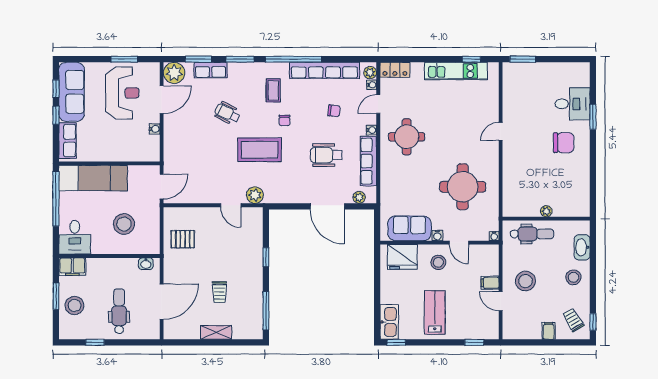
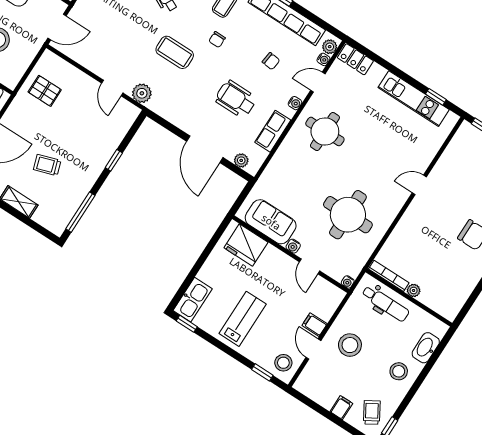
coffee table: (260, 150) -> (175, 52), width x0.73, depth x0.76
row of seats: (368, 161) -> (273, 131), width x0.68
bookcase: (521, 212) -> (389, 276), added
stool: (438, 262) -> (283, 363), moved
trolley: (219, 292) -> (47, 165), turned 72

